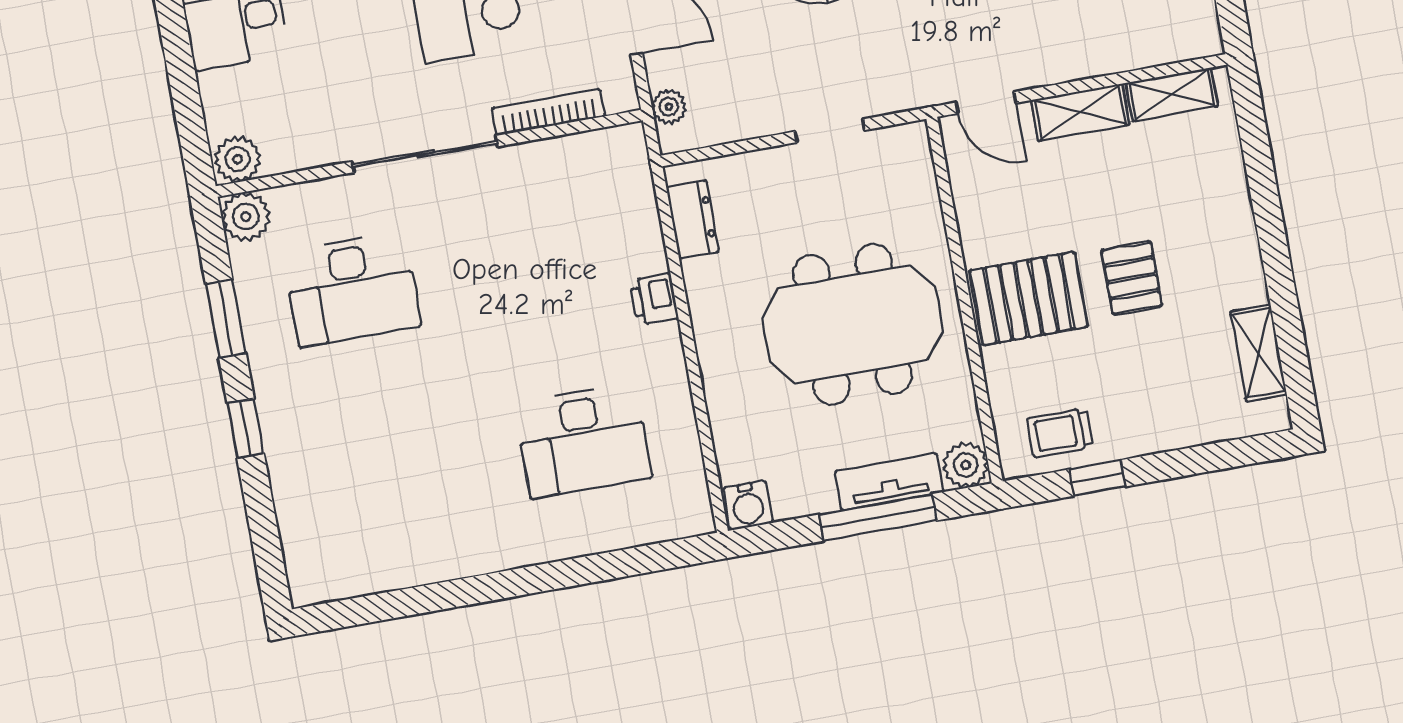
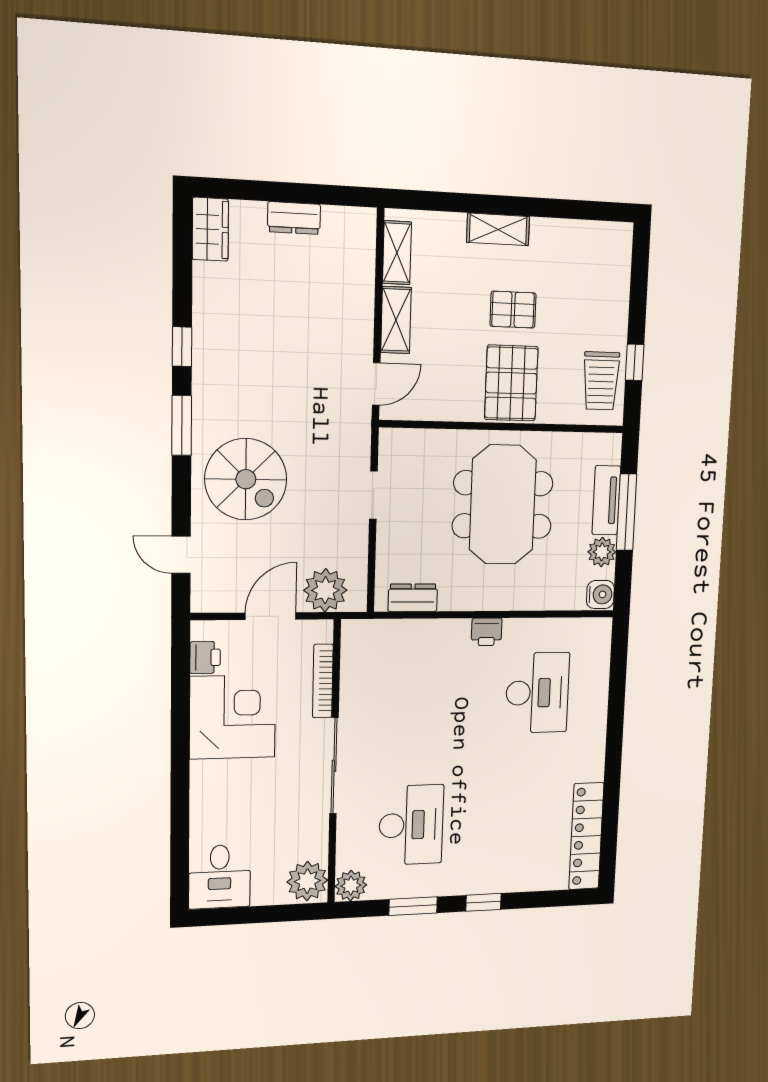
plant: (669, 107) -> (325, 590), width x1.87, depth x1.87
plant: (238, 159) -> (307, 881), width x1.36, depth x1.36
printer: (654, 299) -> (487, 632), moved
shelving: (1258, 353) -> (498, 229), moved
trolley: (1060, 433) -> (601, 381), width x1.36, depth x1.39
plant: (966, 465) -> (602, 552), moved
locker: (372, 570) -> (586, 836), added

